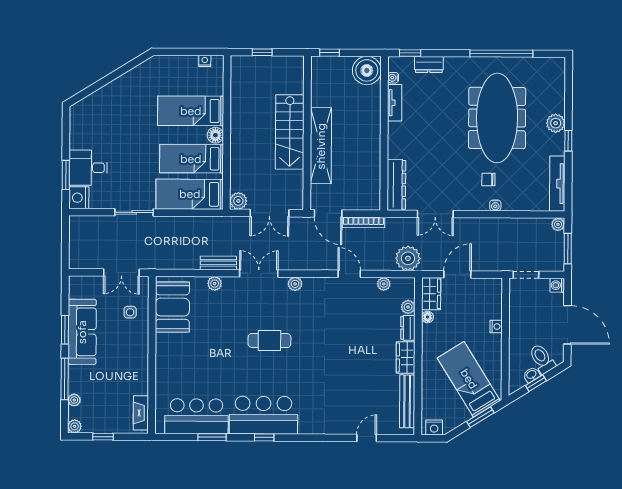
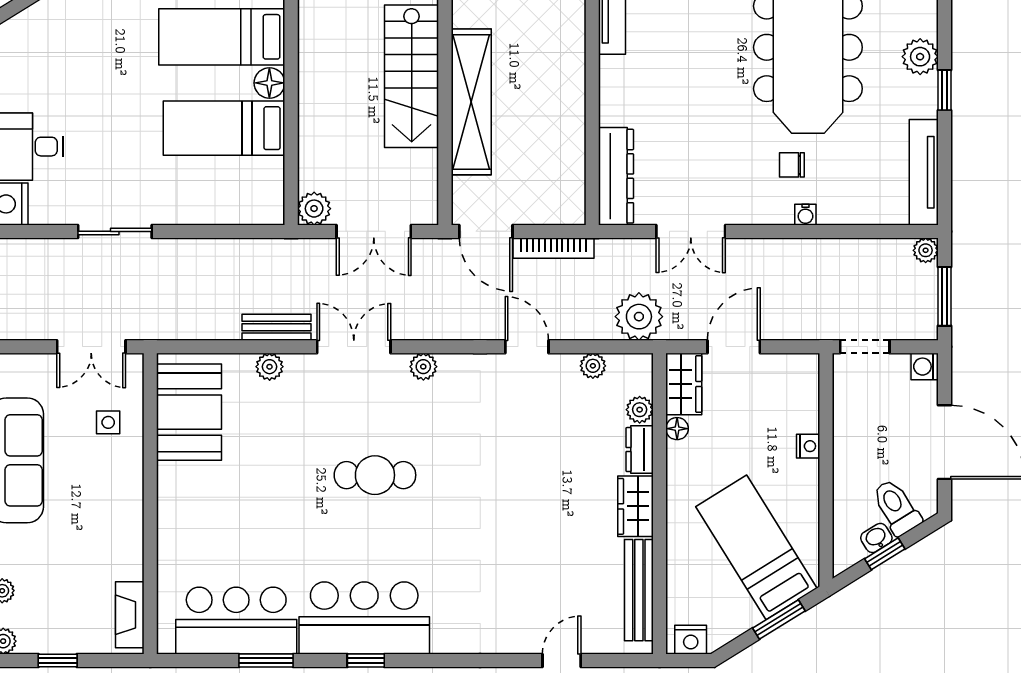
bed: (190, 194) -> (221, 196), removed

